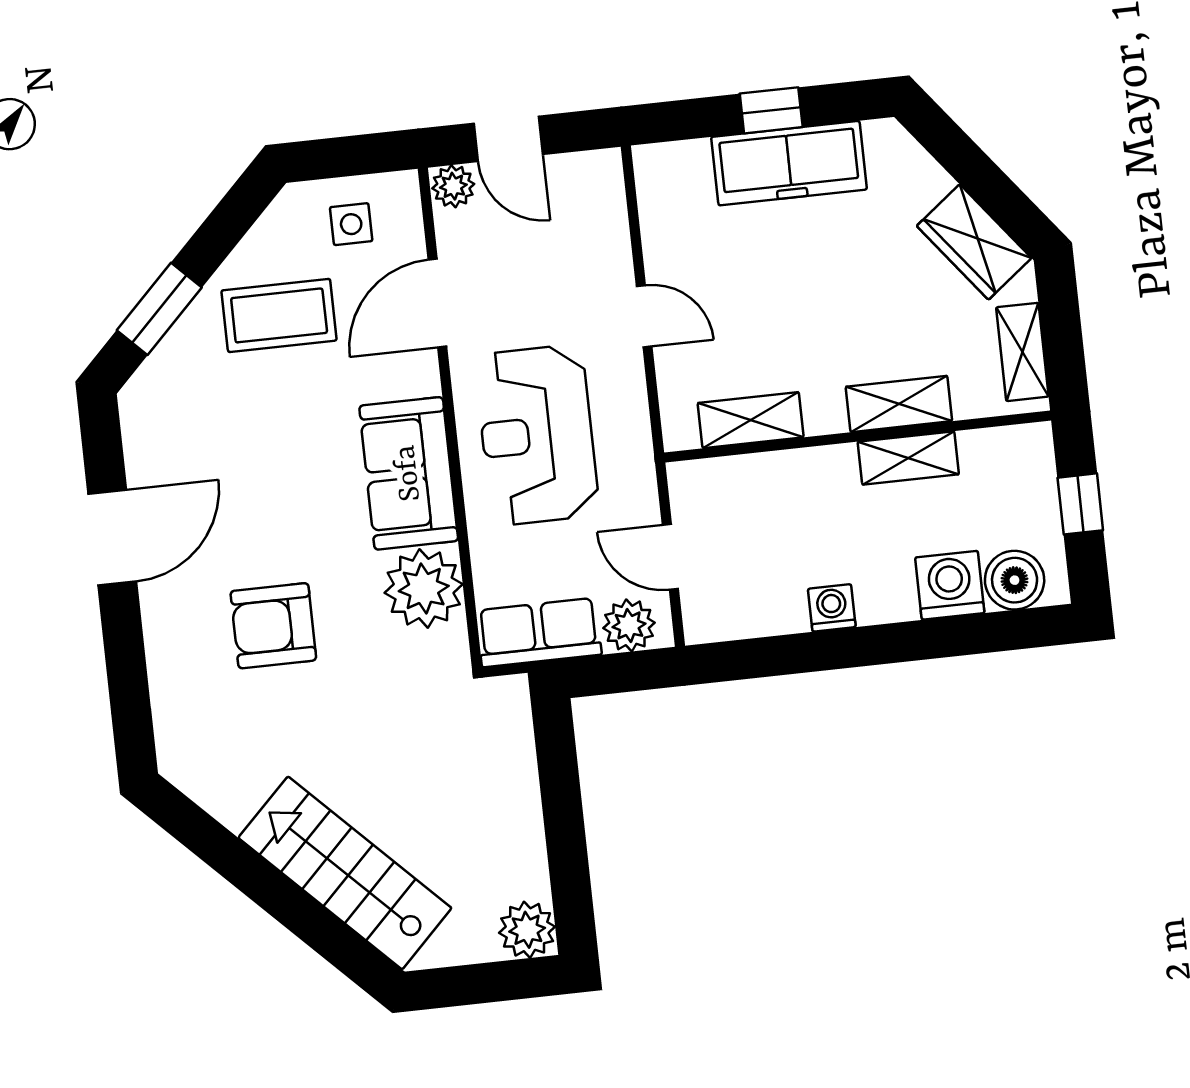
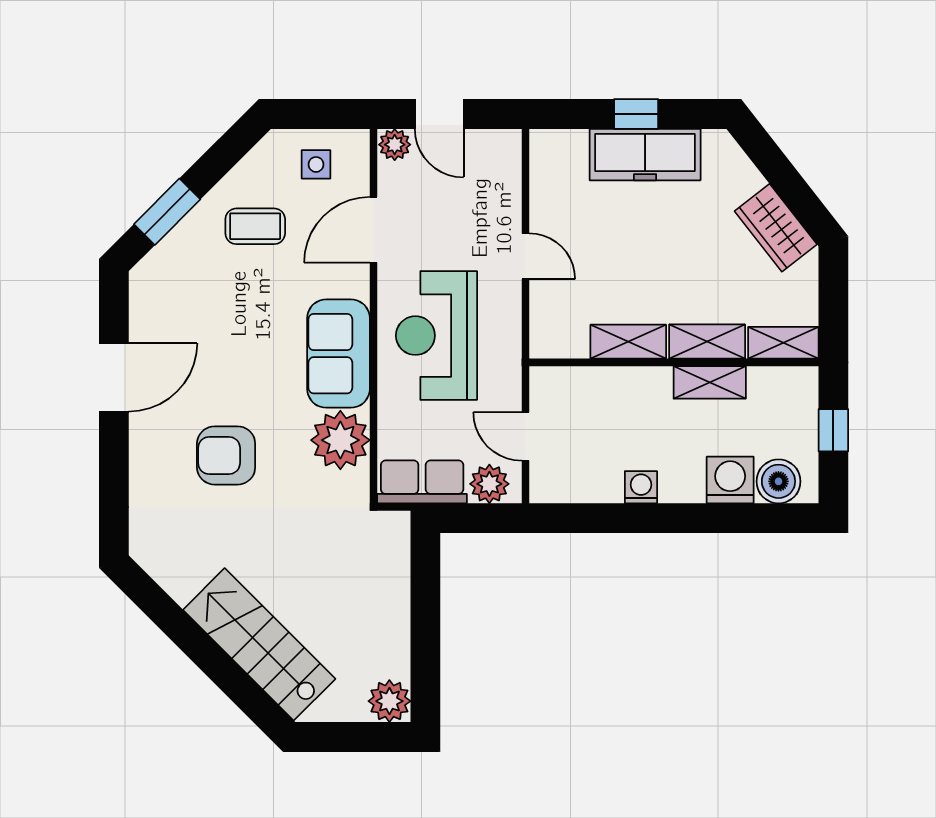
coffee table: (279, 315) -> (255, 226), width x0.73, depth x0.77
shelving: (1022, 352) -> (783, 343), moved, turned 90
shelving: (751, 420) -> (628, 342), moved

